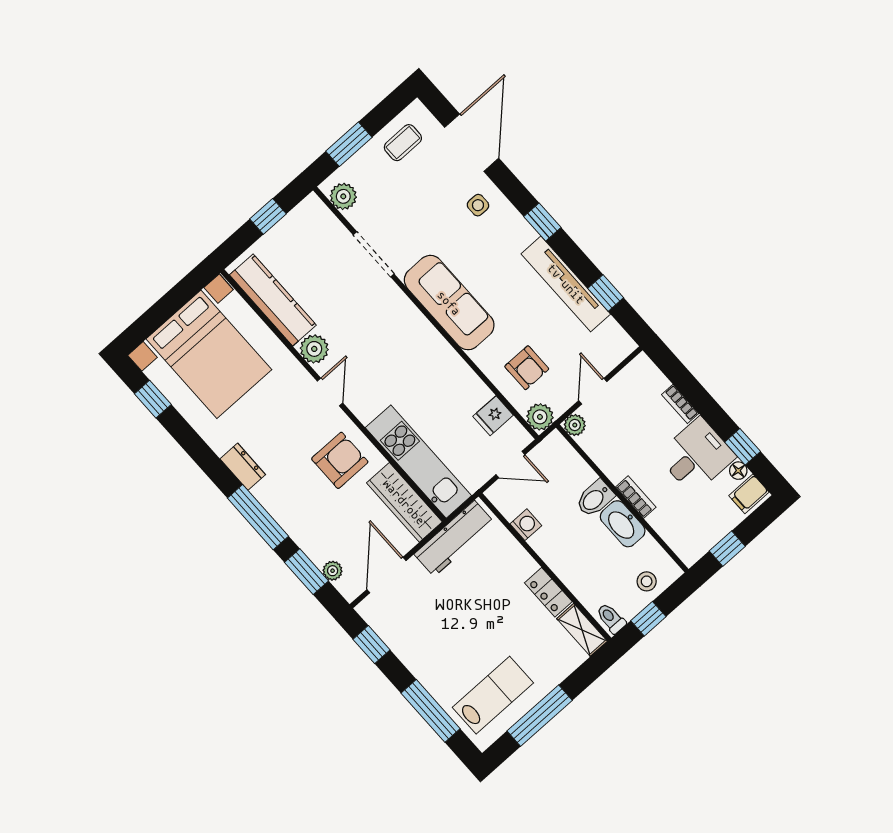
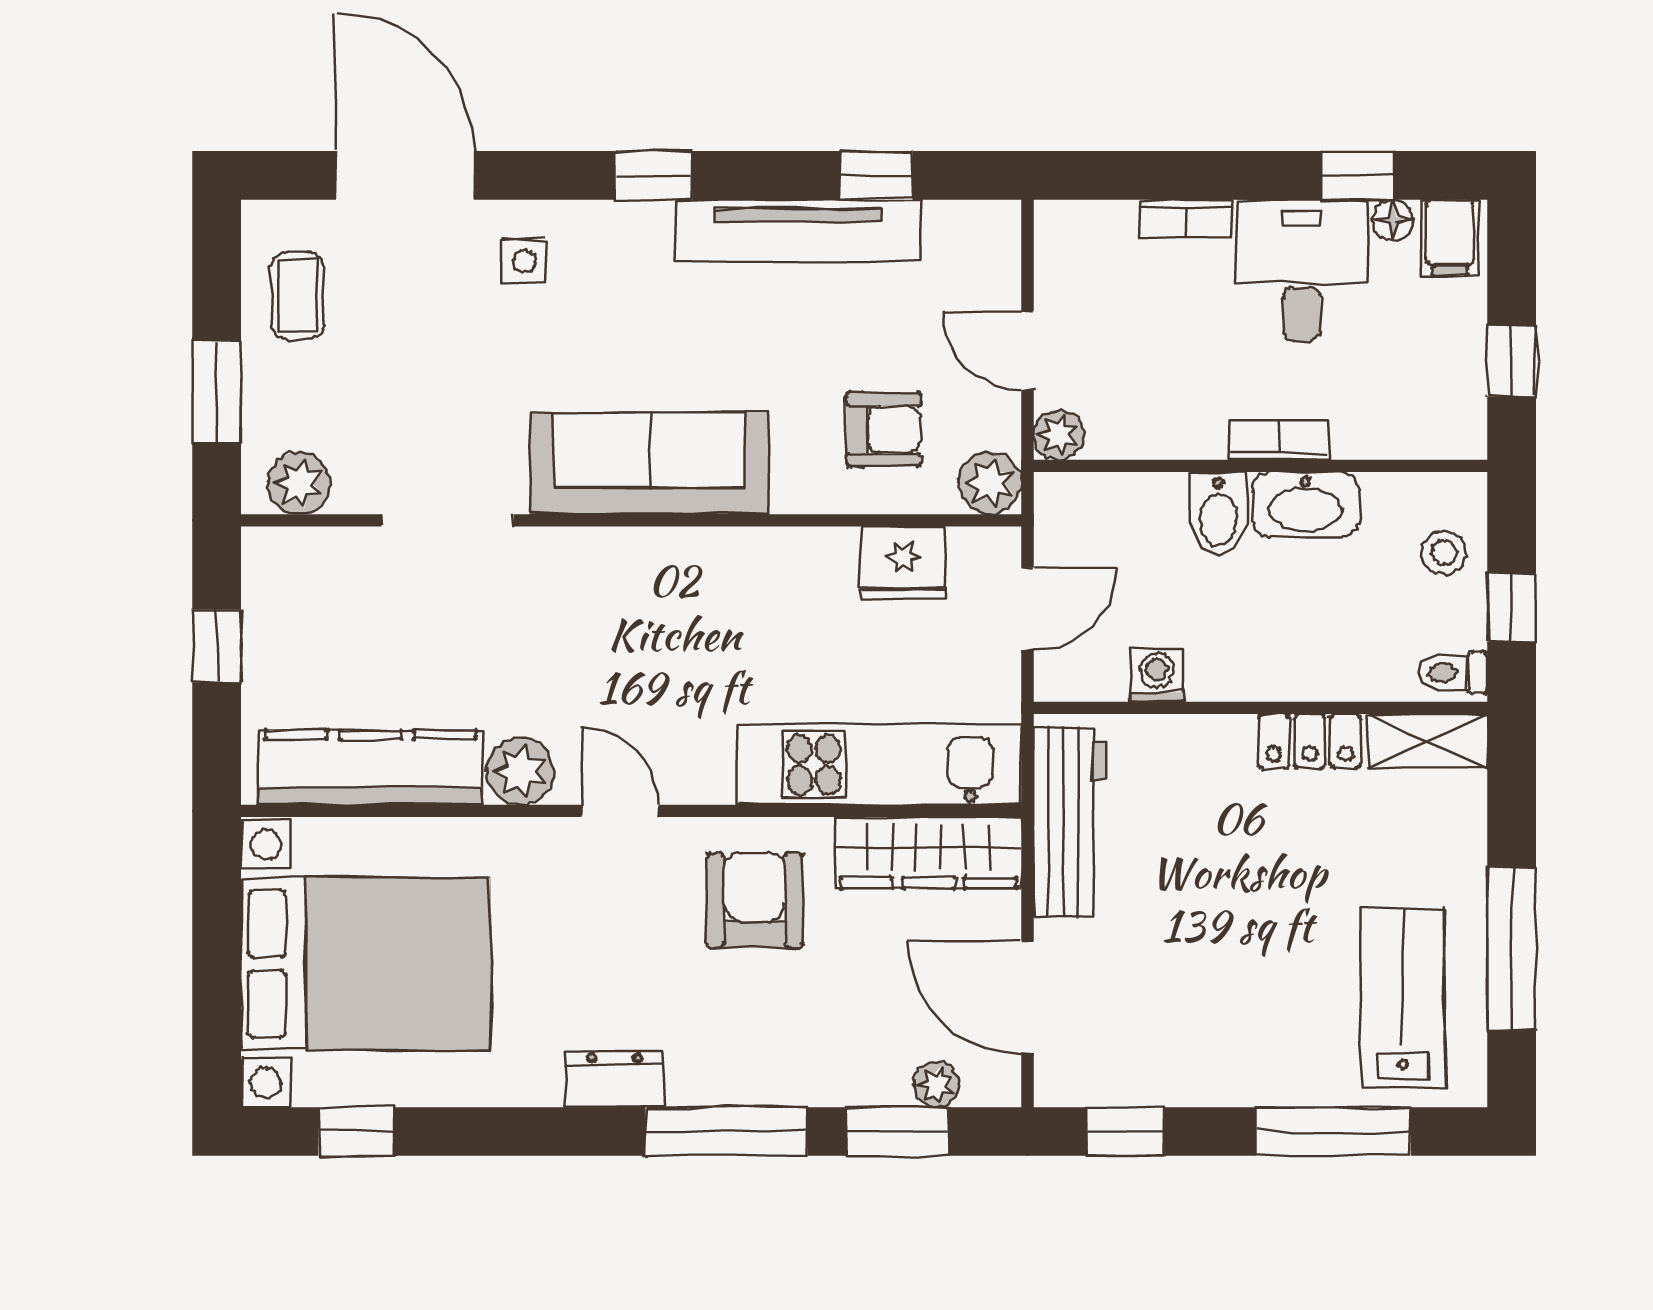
fridge: (493, 416) -> (903, 563), width x1.38

